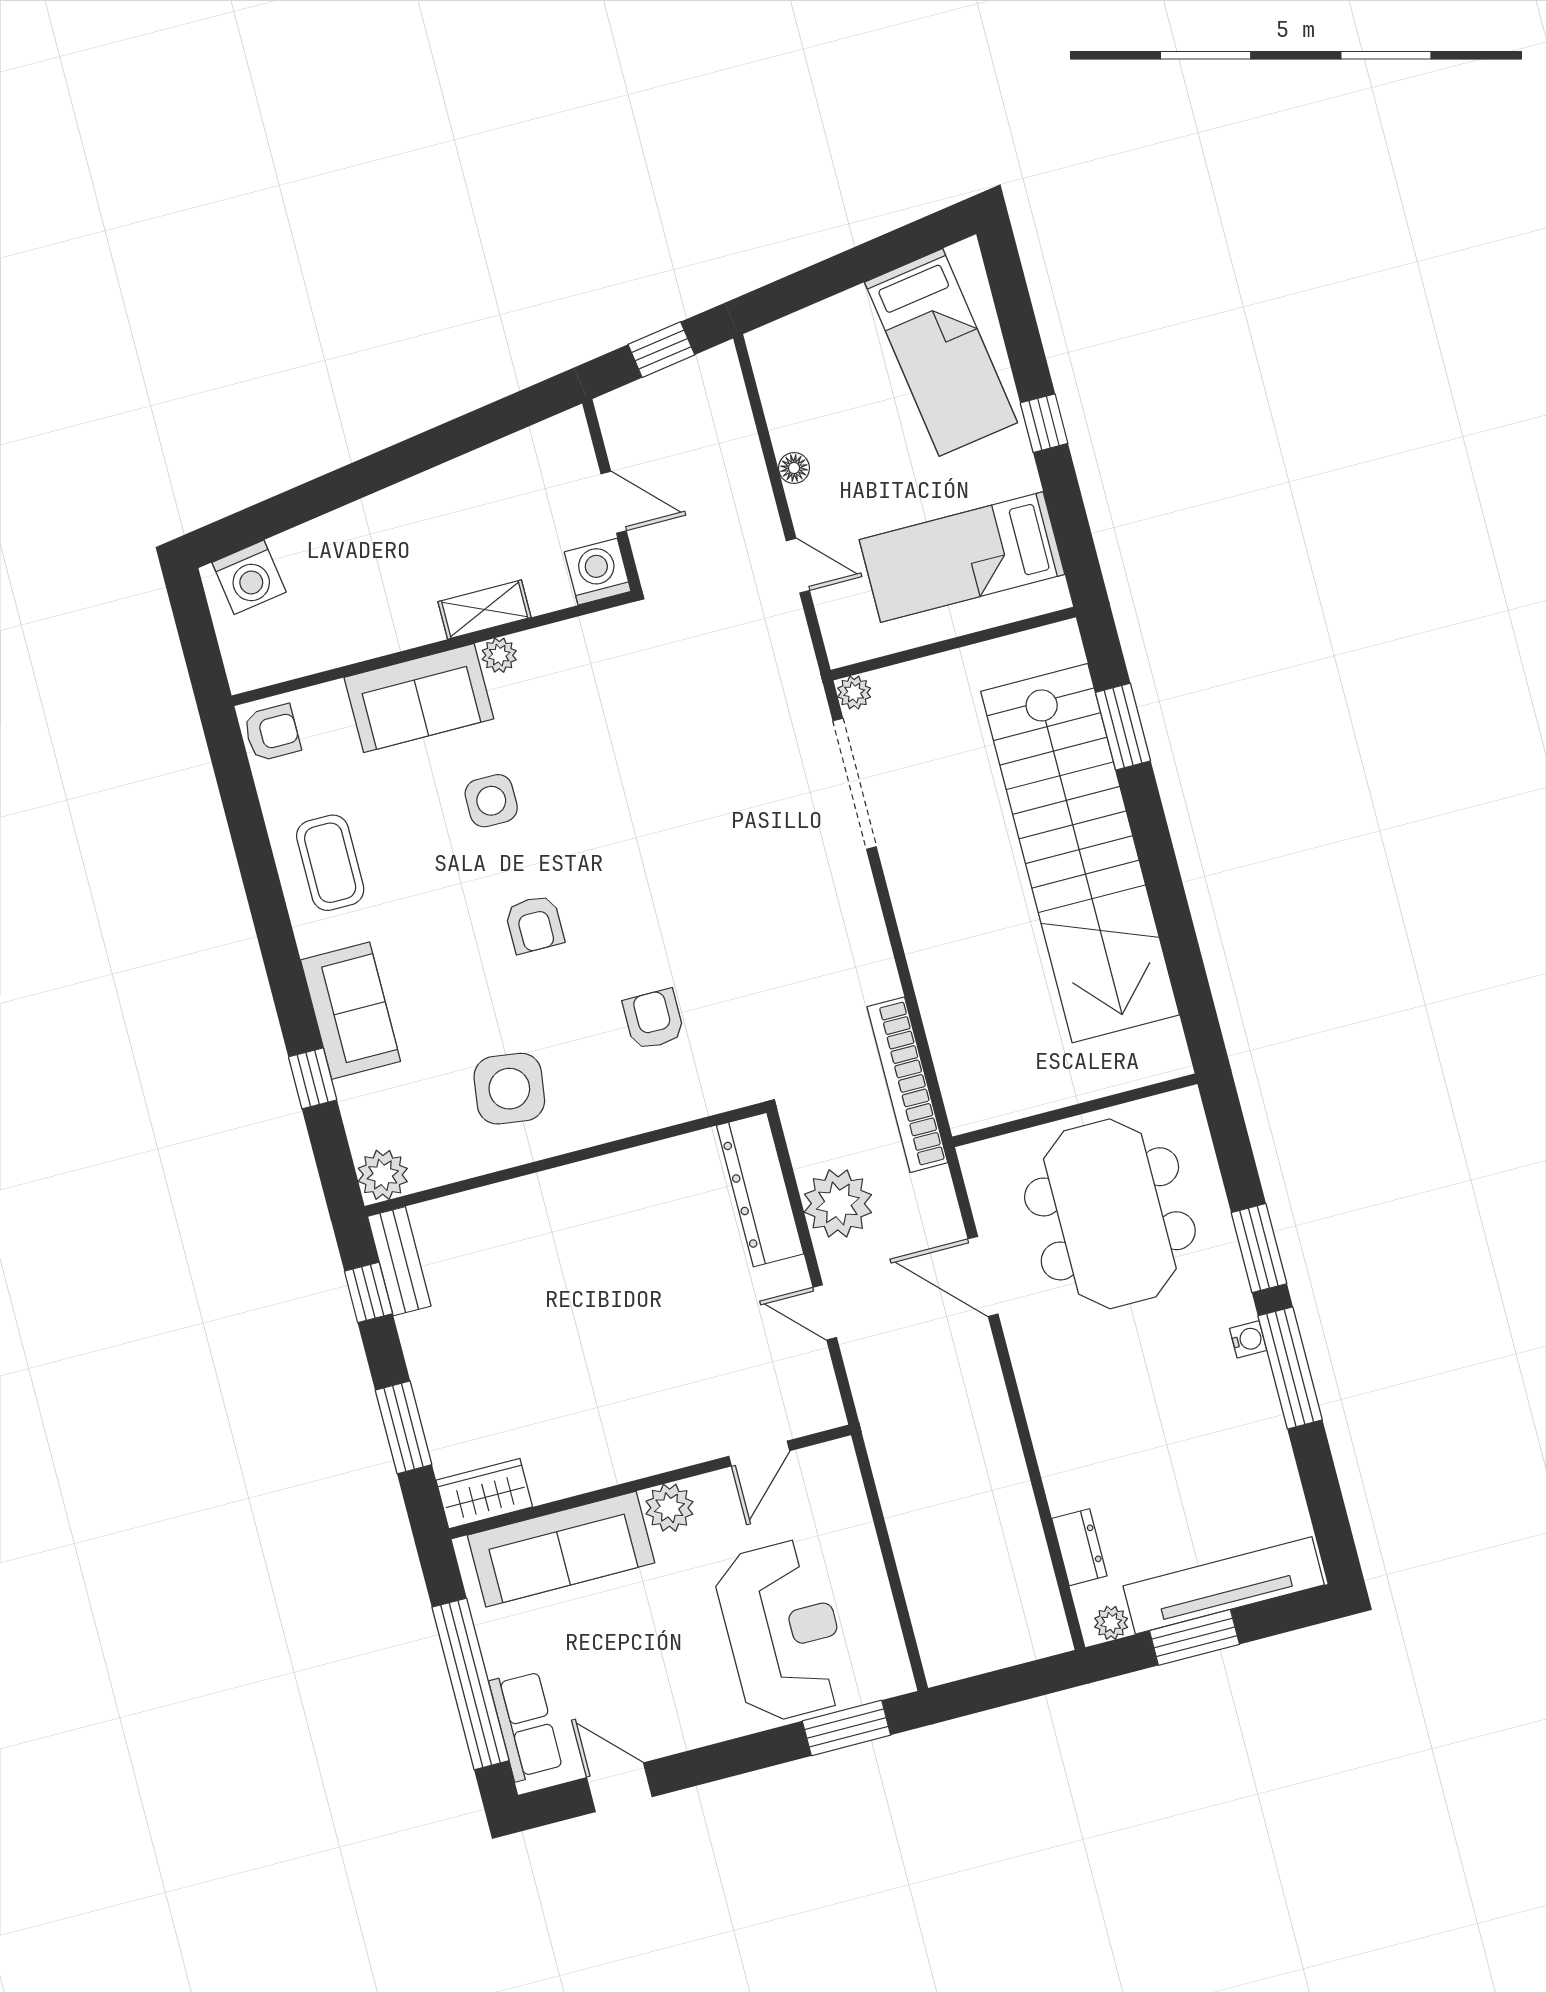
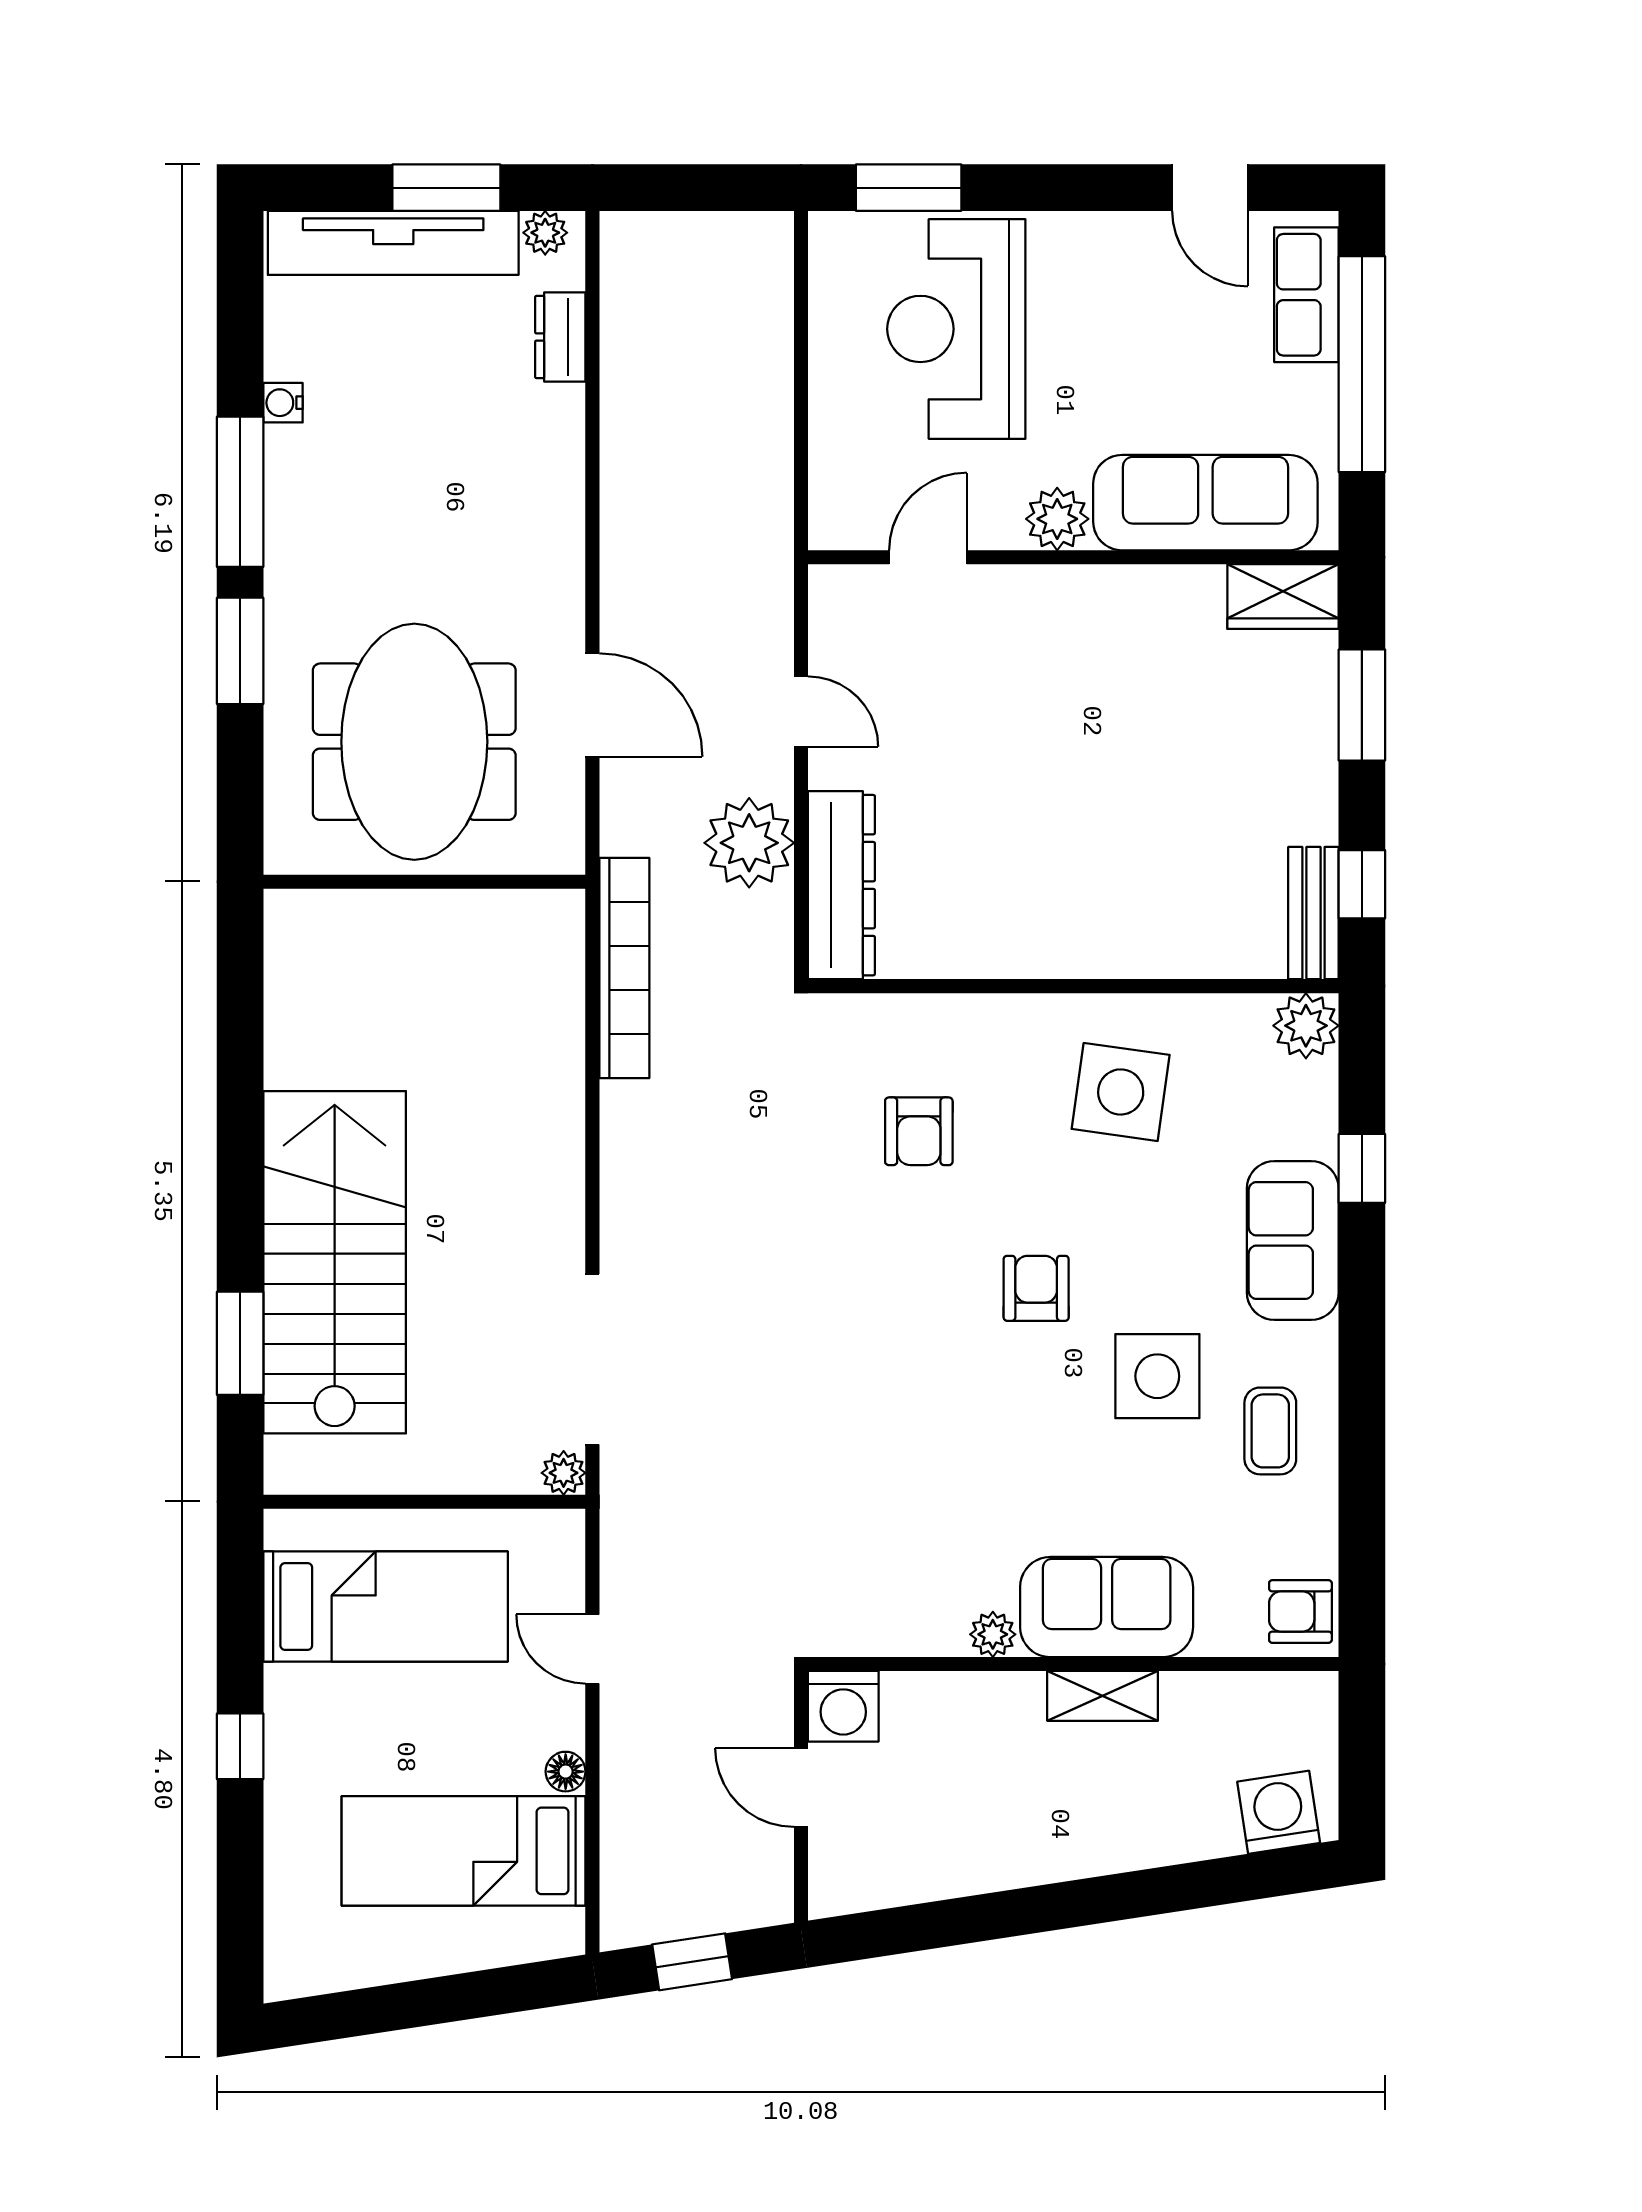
bed: (941, 352) -> (464, 1851), moved, turned -81
shelving: (485, 609) -> (1103, 1696), moved
side table: (491, 801) -> (1157, 1376), moved, width x1.37, depth x1.37
stairs: (1080, 853) -> (335, 1262), width x0.73
coffee table: (330, 863) -> (1270, 1431), width x0.73, depth x0.77
water cooler: (1248, 1339) -> (283, 403), moved

